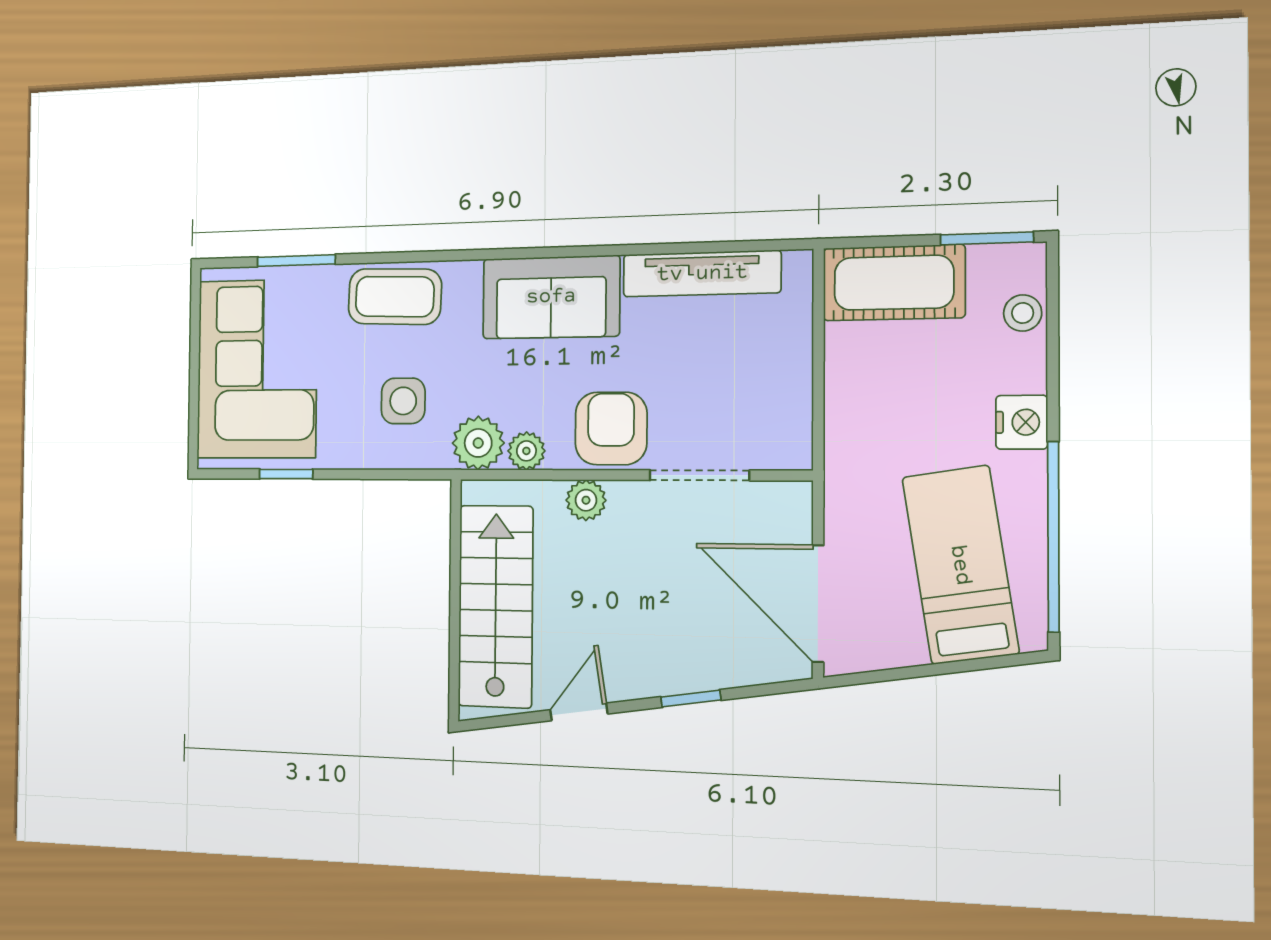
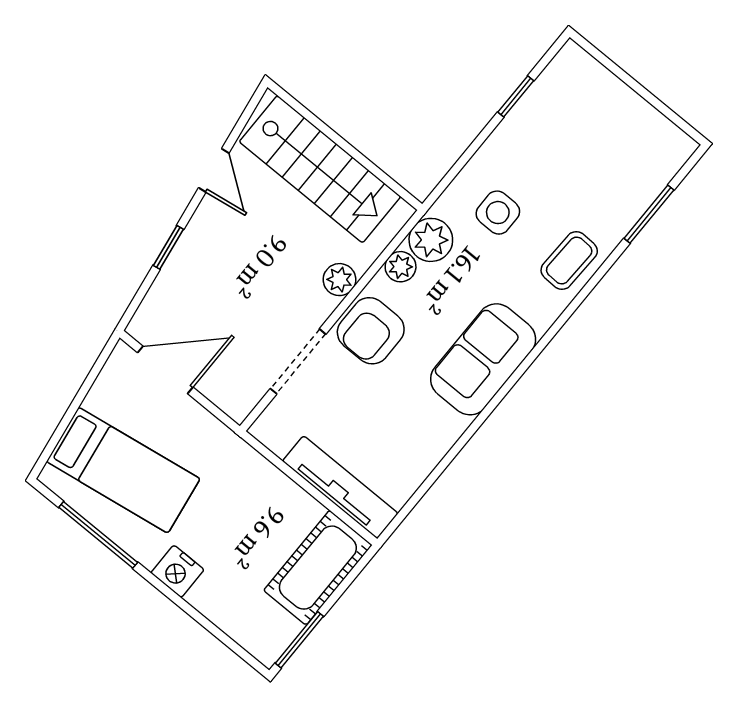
tv unit: (702, 274) -> (340, 487), moved, turned 90
coffee table: (395, 297) -> (569, 260), width x0.73, depth x0.77
stool: (1023, 313) -> (239, 624), removed
corner sofa: (257, 369) -> (601, 131), removed
armchair: (611, 428) -> (371, 331), turned 90
window: (1053, 537) -> (98, 535), width x0.68
door: (818, 604) -> (165, 370), width x0.73

